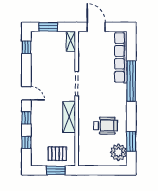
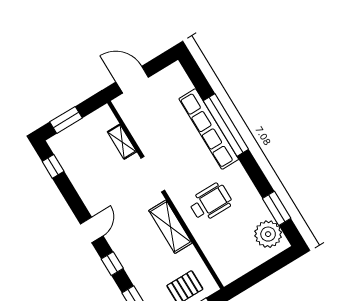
shelving: (71, 41) -> (122, 142), moved
row of seats: (121, 57) -> (209, 129), moved
door: (26, 93) -> (92, 230), hinge flipped
wheelchair: (105, 126) -> (211, 202), moved

